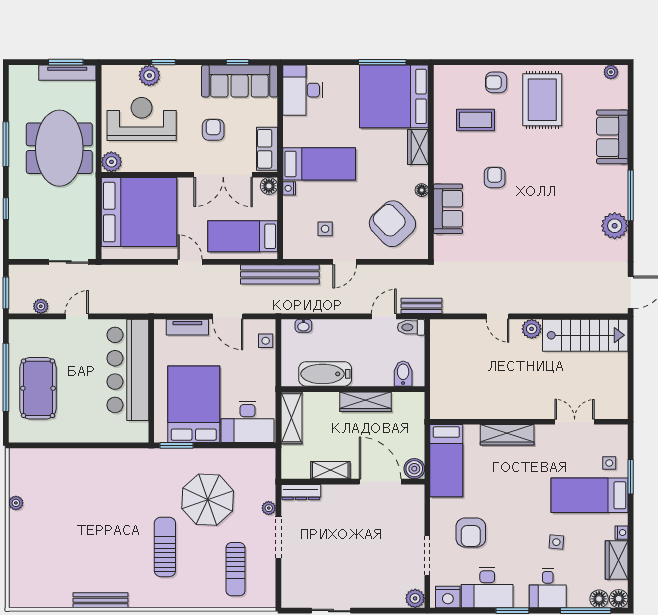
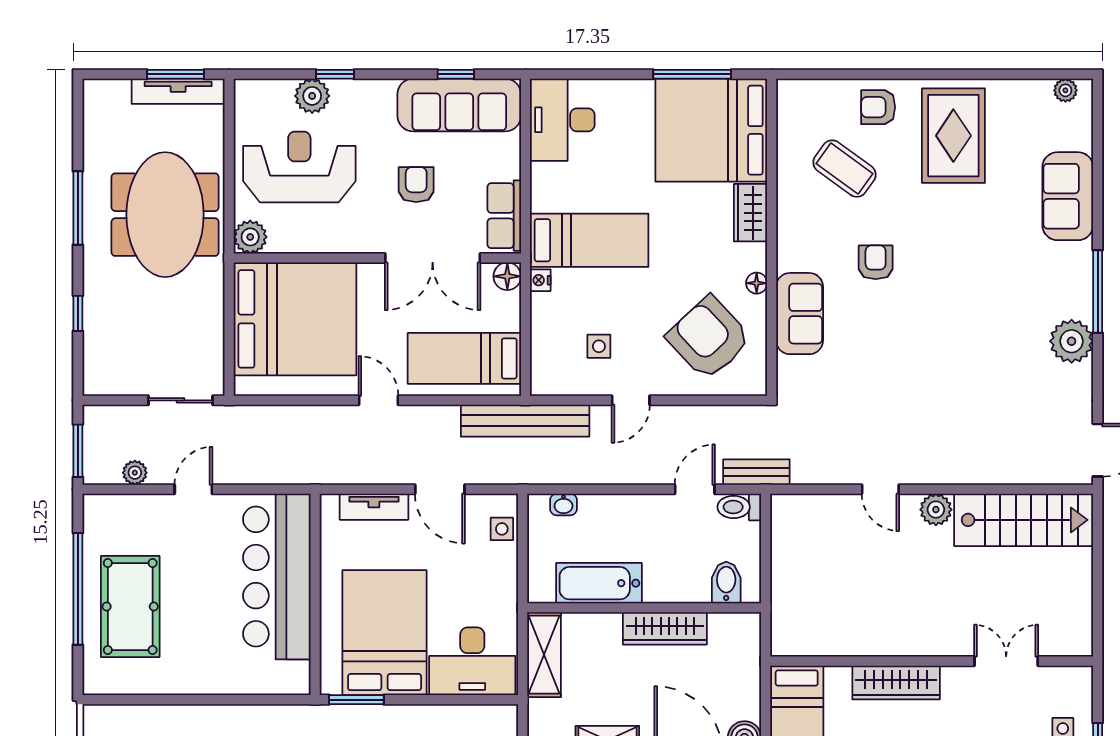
coffee table: (476, 120) -> (845, 169), turned 36

